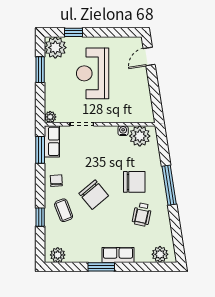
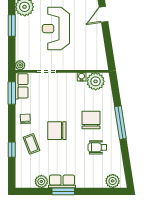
chair: (134, 182) -> (91, 120), turned -90
chair: (94, 195) -> (57, 131), turned 130
wheelchair: (142, 214) -> (97, 147), turned 78
plant: (58, 255) -> (41, 181), moved
row of seats: (118, 255) -> (62, 181), moved

